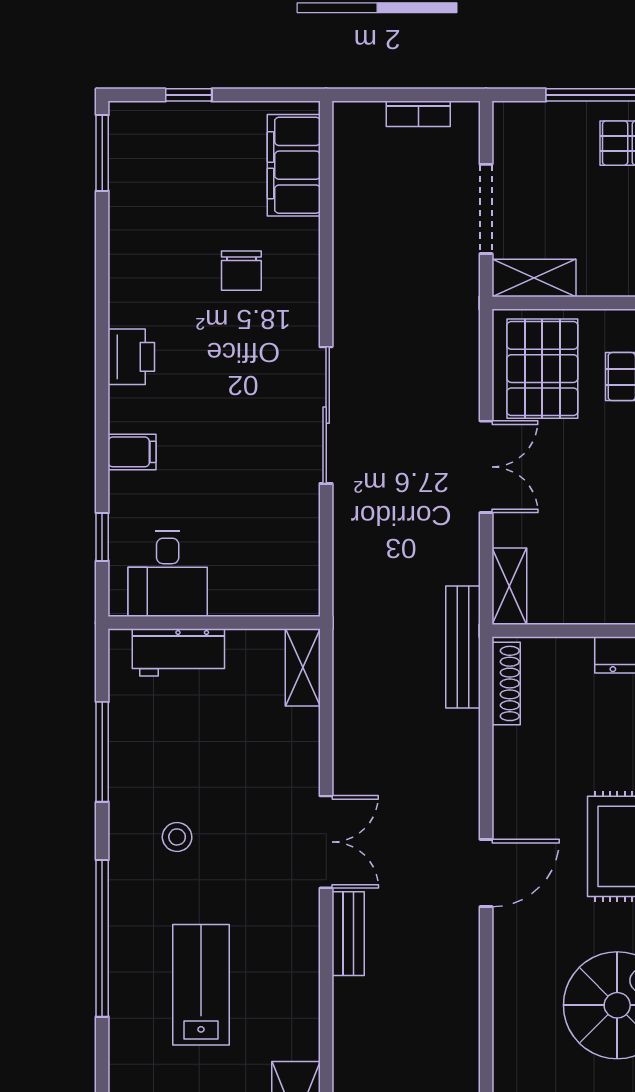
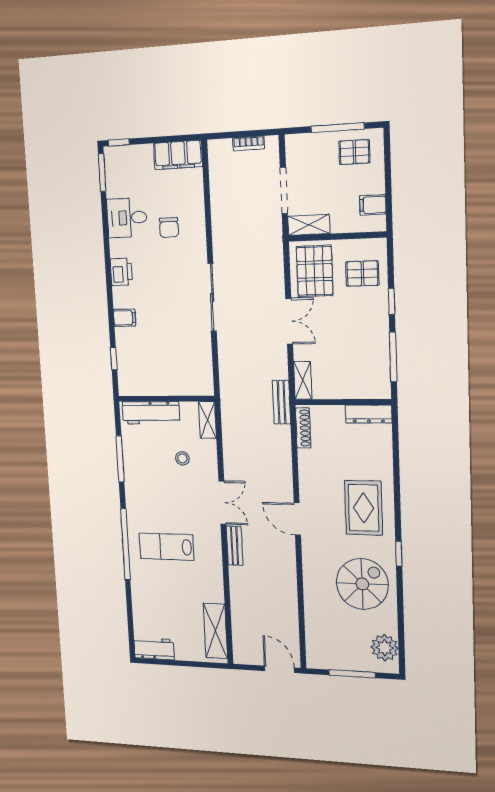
window: (189, 95) -> (119, 142), moved
filing cabinet: (294, 165) -> (178, 155), moved, turned -90
desk: (168, 574) -> (127, 218), moved, turned 90
bench: (463, 647) -> (281, 402), width x0.73
workbench: (178, 652) -> (151, 413), width x1.38
stool: (177, 837) -> (182, 458), moved
door: (486, 873) -> (297, 519), swing flipped
lab bench: (201, 985) -> (166, 547), moved, turned -90

